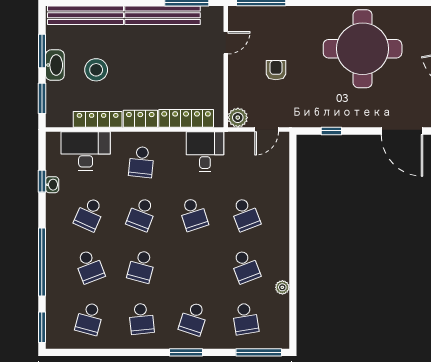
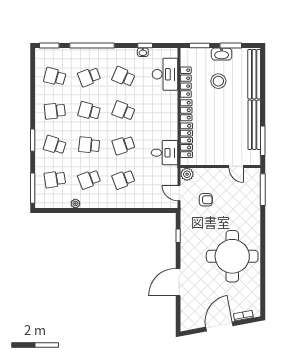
armchair: (276, 70) -> (206, 200), moved
school desk: (141, 162) -> (89, 145), moved

